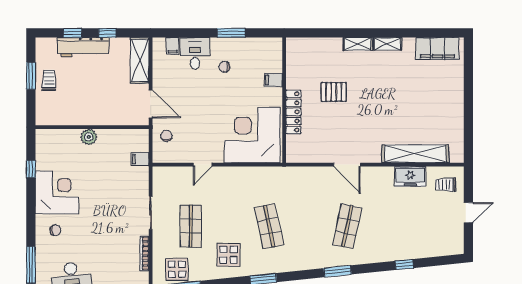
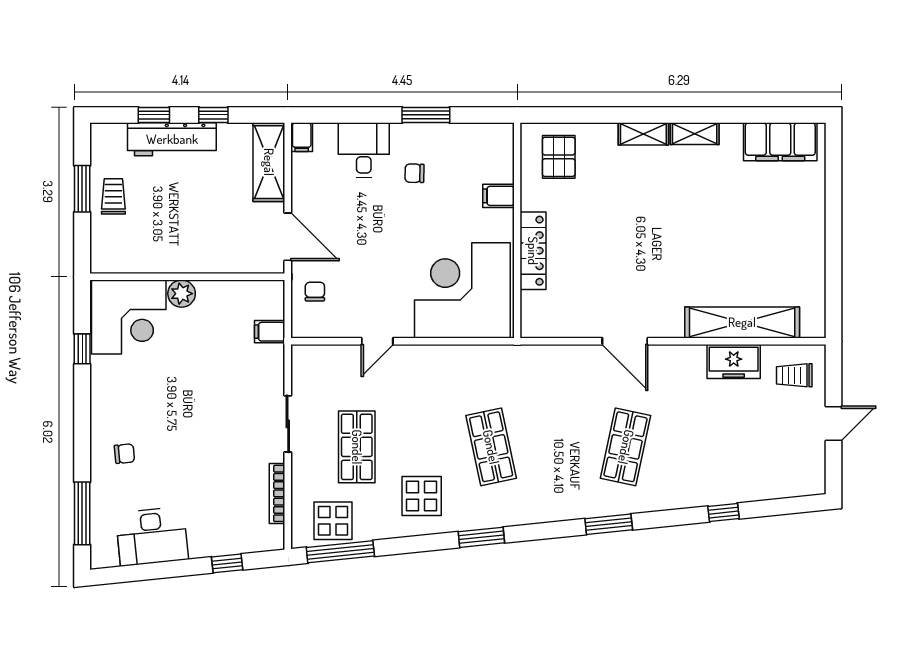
filing cabinet: (173, 46) -> (302, 137), moved
pallet: (334, 92) -> (559, 157), moved, turned 90
corner desk: (57, 192) -> (129, 317), moved, turned 90

